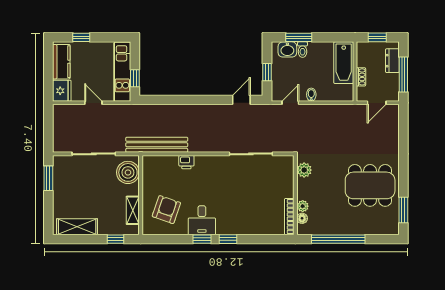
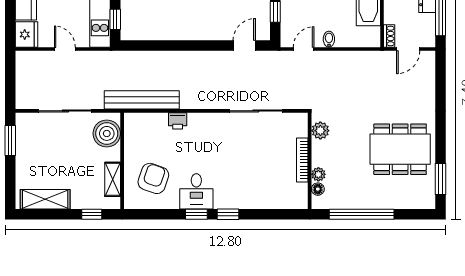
shoe rack: (361, 77) -> (389, 36), moved
bookcase: (289, 217) -> (302, 160), moved

